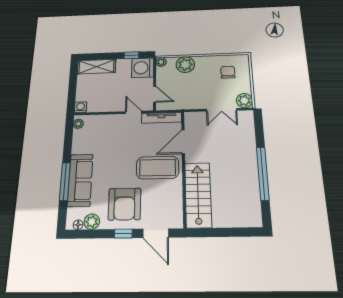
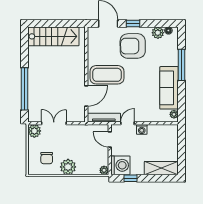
plant: (185, 65) -> (68, 167), moved
washing machine: (80, 107) -> (142, 129), moved
door: (133, 112) -> (127, 123), swing flipped
window: (263, 173) -> (24, 89), moved
sofa: (80, 180) -> (169, 88), moved
stairs: (198, 195) -> (53, 36), moved, turned -90
armchair: (125, 204) -> (133, 46), turned -91

